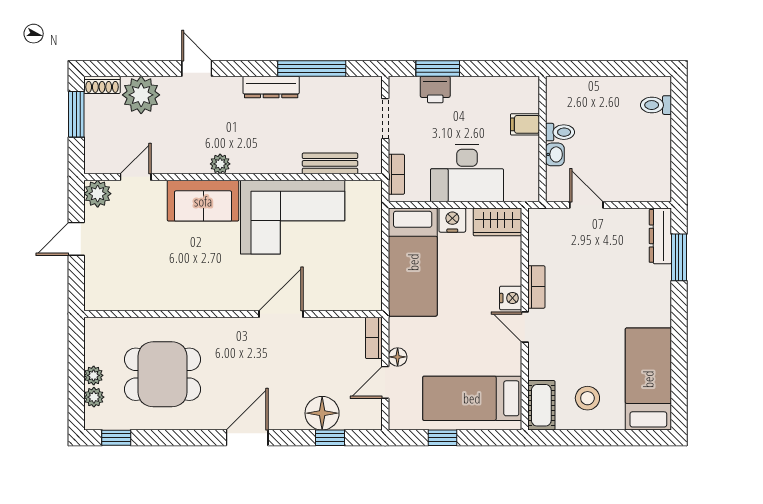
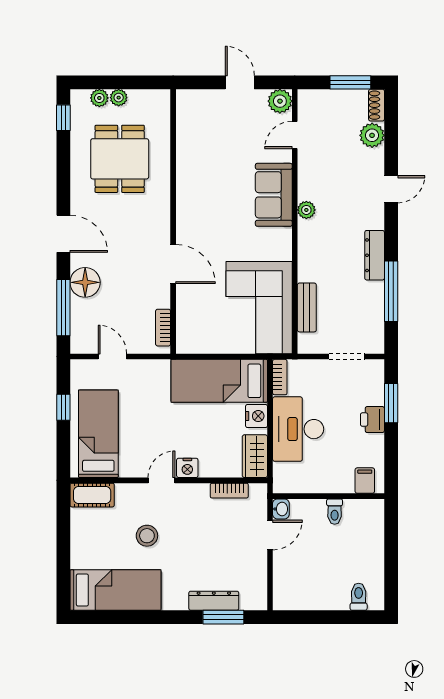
printer: (435, 89) -> (372, 420), moved
plant: (141, 95) -> (372, 135), width x0.73, depth x0.73
filing cabinet: (525, 124) -> (365, 481), moved
washbasin: (555, 154) -> (281, 509), moved, turned -90
bookcase: (396, 174) -> (280, 377), moved, turned -90
door: (136, 177) -> (295, 135), swing flipped
corner sofa: (293, 217) -> (259, 308), moved
dresser: (660, 236) -> (214, 601), moved
bookcase: (536, 287) -> (229, 491), moved
bookcase: (374, 338) -> (163, 328), moved, turned -90
floor lamp: (398, 357) -> (135, 367), removed
stool: (587, 398) -> (147, 536), moved
floor lamp: (322, 413) -> (85, 282), moved
window: (330, 438) -> (63, 308), width x2.17

